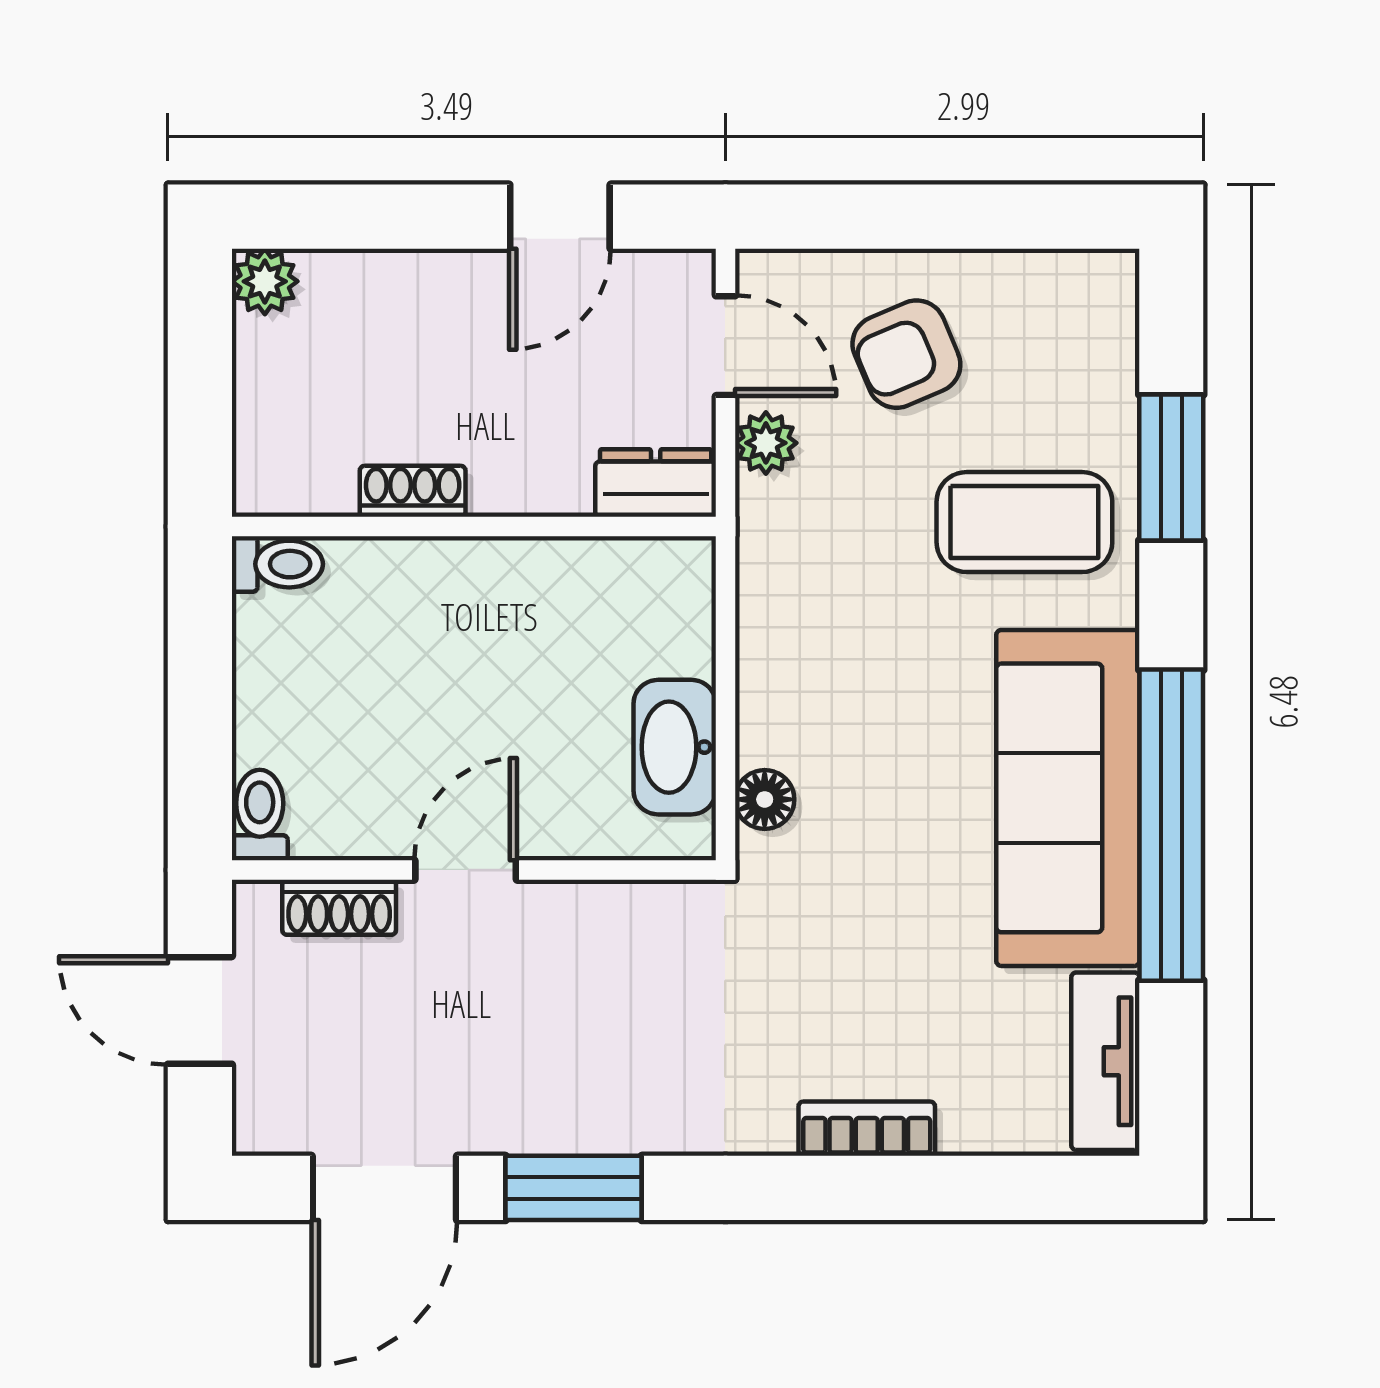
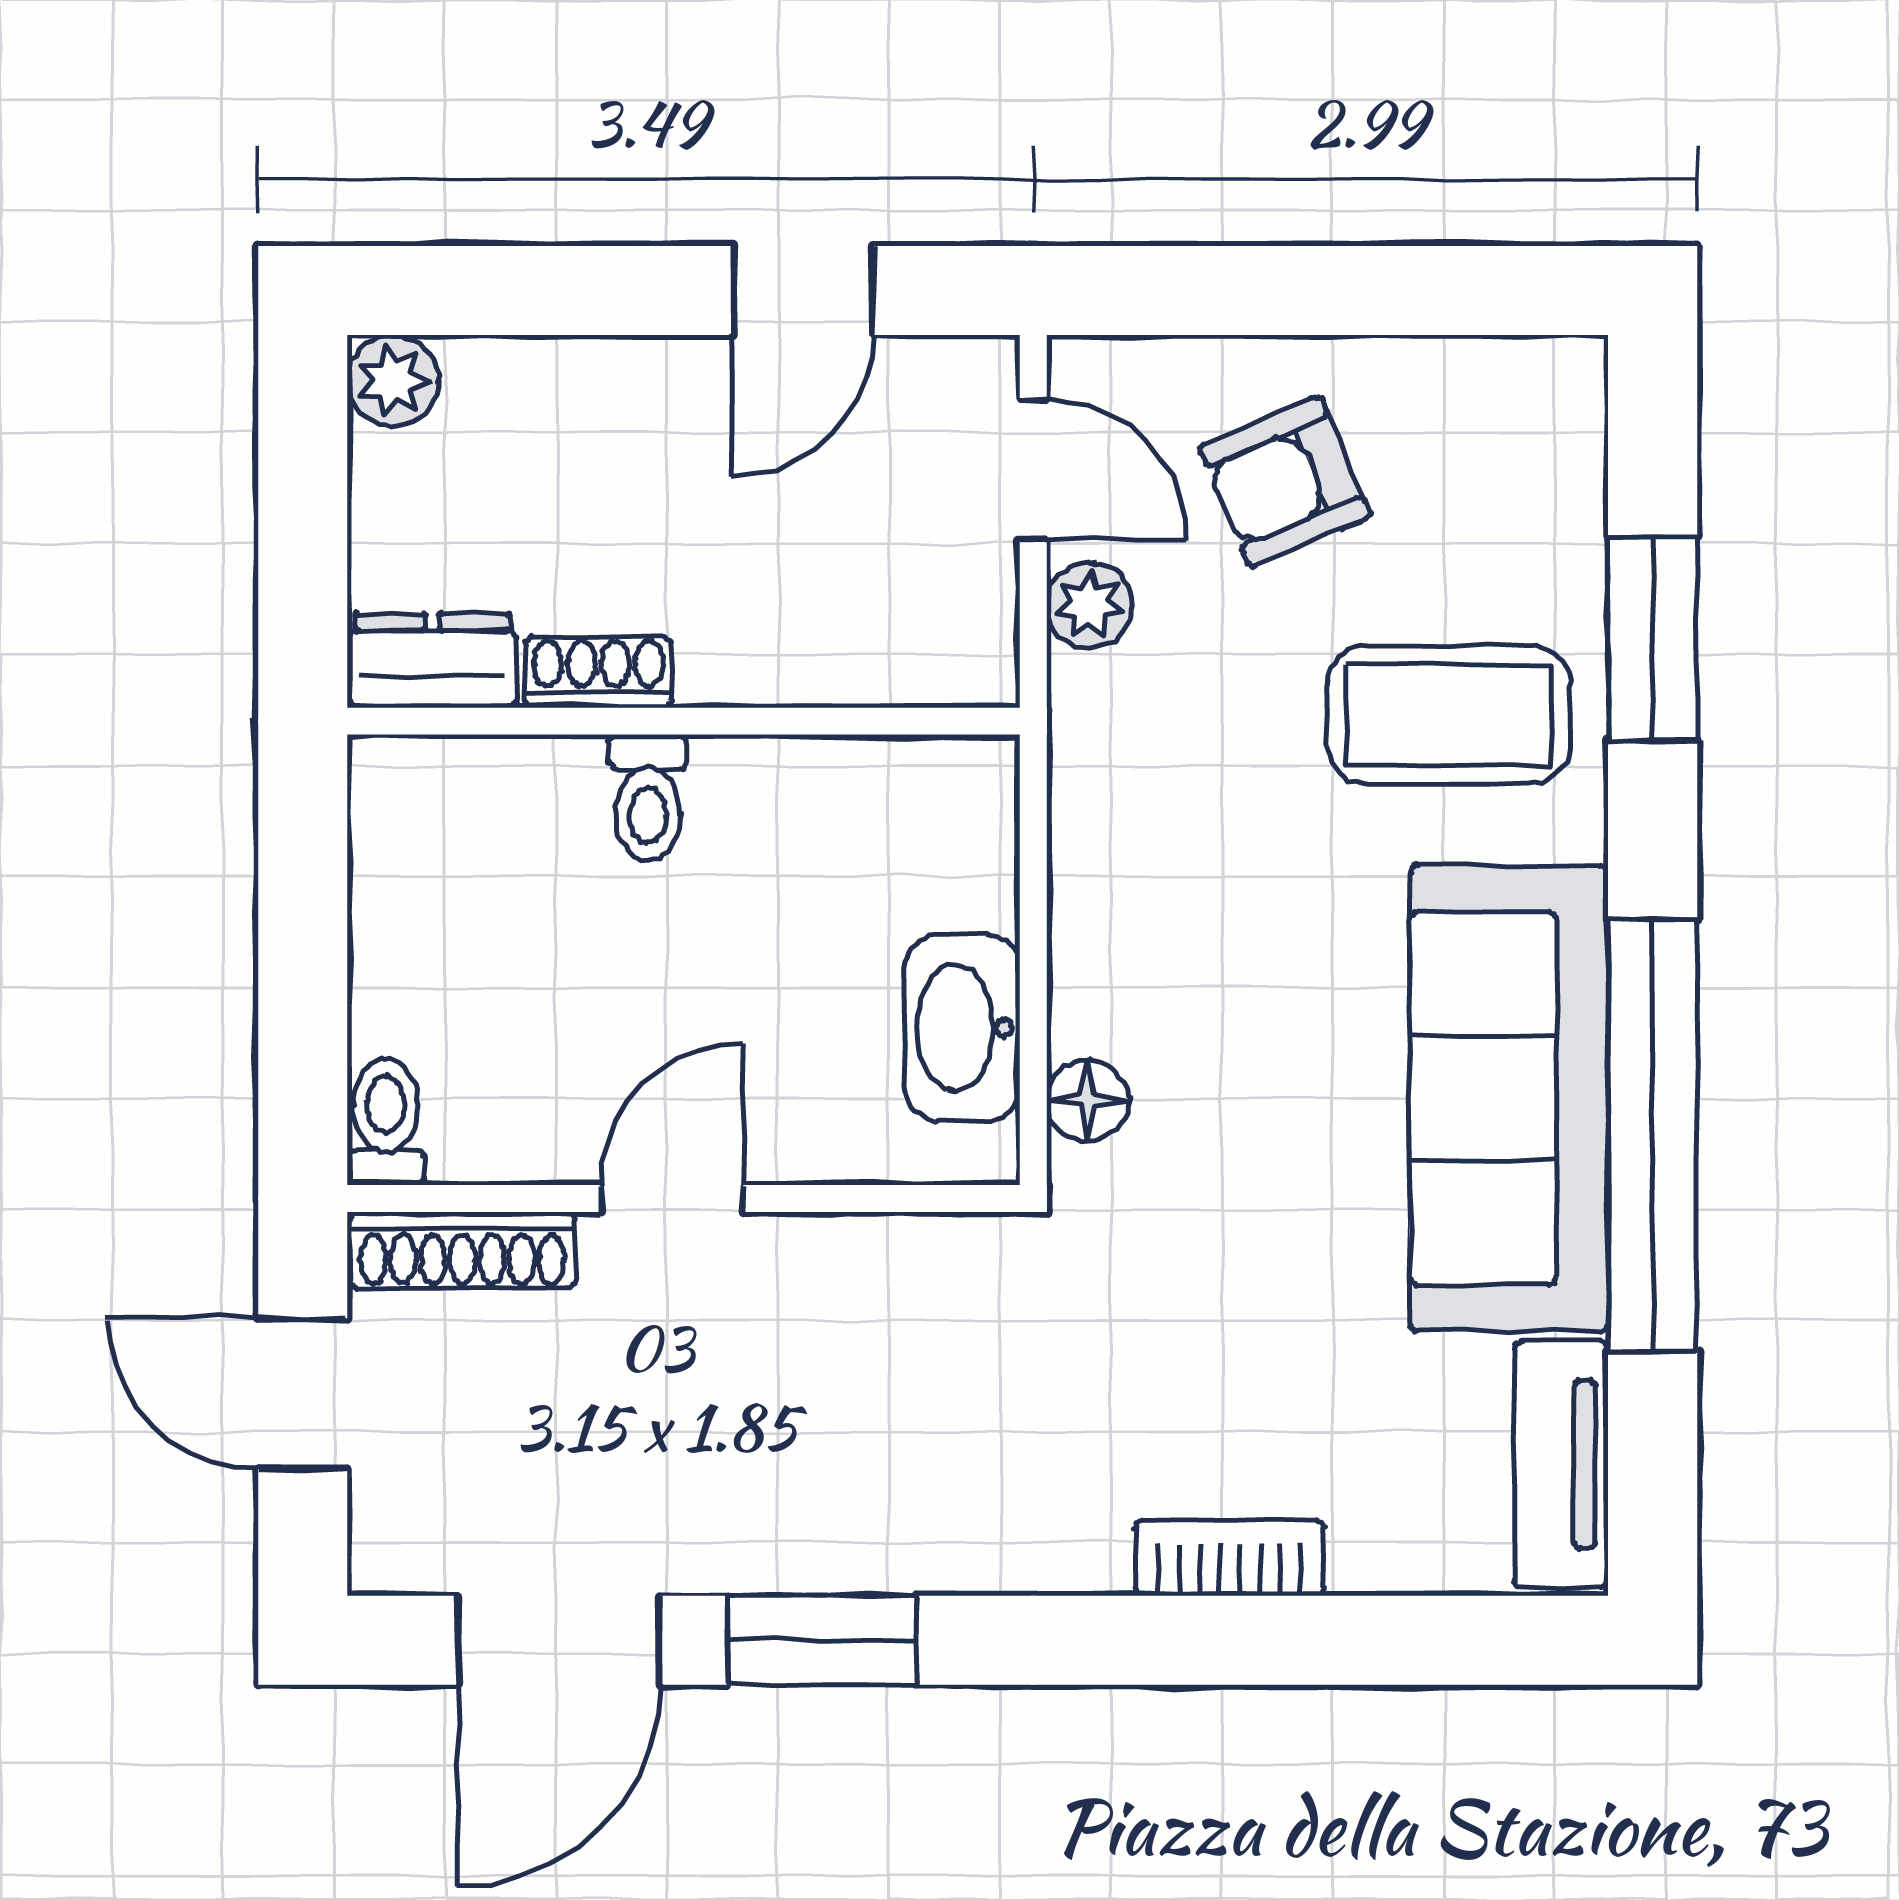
dresser: (656, 483) -> (432, 661), moved
toilet: (277, 564) -> (648, 798), moved, turned 90
shoe rack: (339, 907) -> (462, 1250), width x1.43

